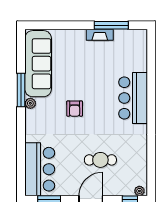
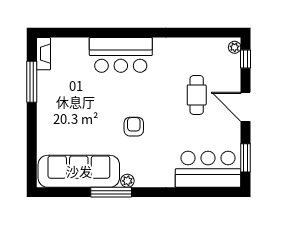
fireplace: (100, 35) -> (43, 54), moved
armchair: (75, 109) -> (134, 127), turned -90

